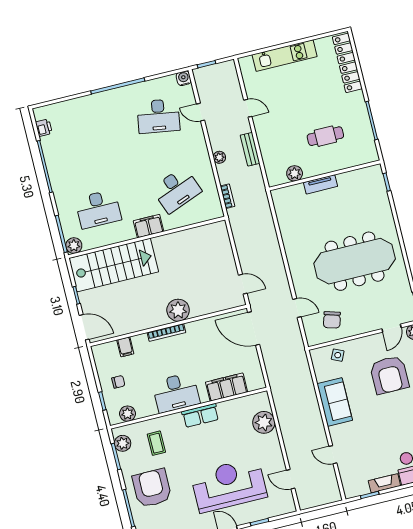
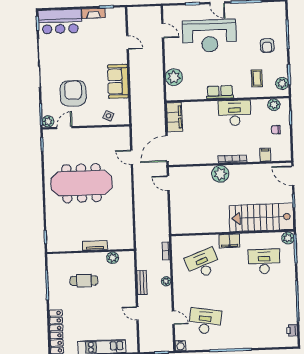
chair: (332, 320) -> (107, 143), removed
door: (254, 328) -> (167, 149), swing flipped
filing cabinet: (227, 387) -> (175, 117), moved, turned -90
armchair: (152, 488) -> (267, 46), width x0.53, depth x0.53

